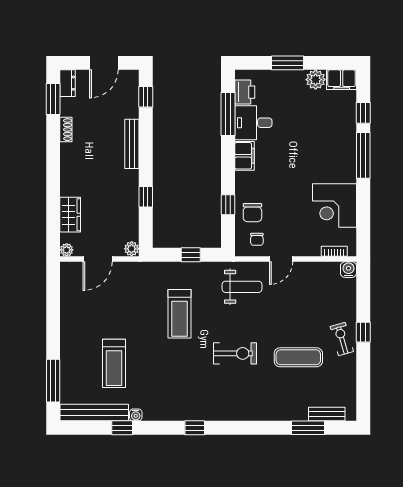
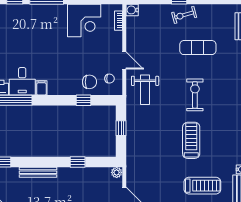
filing cabinet: (244, 156) -> (41, 88), width x0.50
weight bench: (242, 287) -> (145, 90), turned 180
treadmill: (180, 314) -> (191, 140), moved, turned -90
exercise mat: (298, 357) -> (198, 48), turned 90

